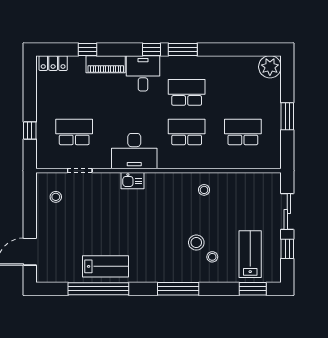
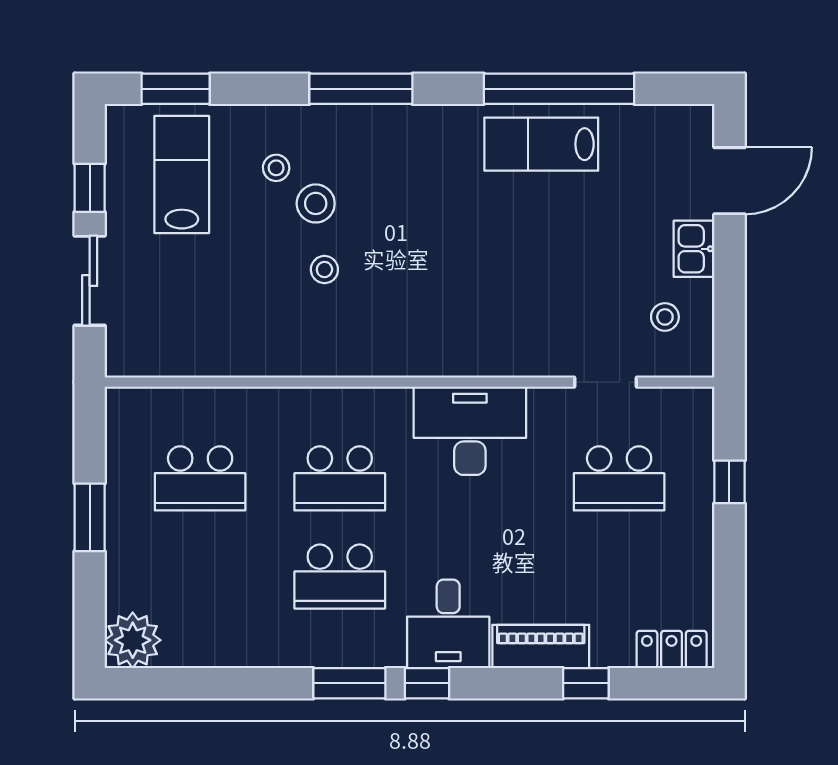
kitchen sink: (132, 181) -> (694, 249), moved, turned -90
stool: (204, 190) -> (324, 270), moved
lab bench: (250, 254) -> (182, 175), turned 180

